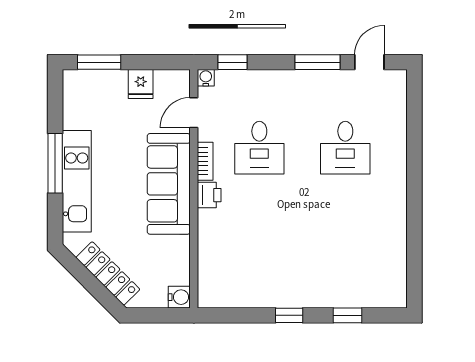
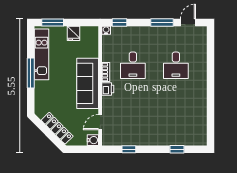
door: (194, 113) -> (100, 122), moved
kitchen unit: (77, 181) -> (42, 54), moved
window: (289, 315) -> (129, 149), moved

